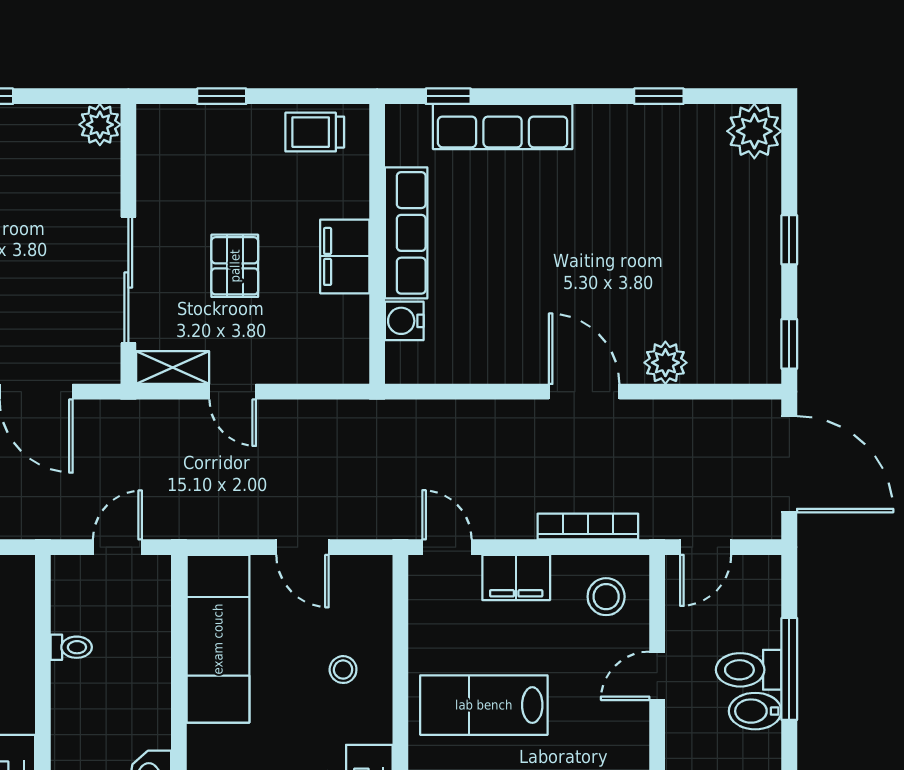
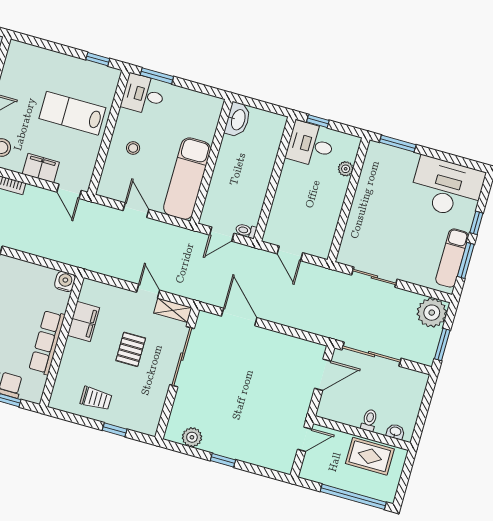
plant: (100, 125) -> (192, 437), moved
trolley: (315, 132) -> (96, 399), moved
filing cabinet: (345, 256) -> (83, 322), moved
water cooler: (404, 321) -> (65, 281), moved, turned -90
toilet: (71, 647) -> (246, 231), moved
lab bench: (484, 705) -> (72, 113), turned 180

